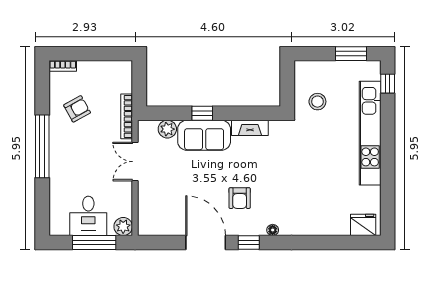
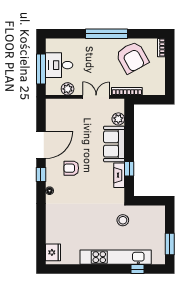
window: (388, 84) -> (138, 269), moved
stool: (317, 102) -> (123, 220), moved
armchair: (77, 109) -> (132, 57), width x1.88, depth x1.88
window: (202, 113) -> (129, 169), moved
plant: (123, 227) -> (68, 89), moved

